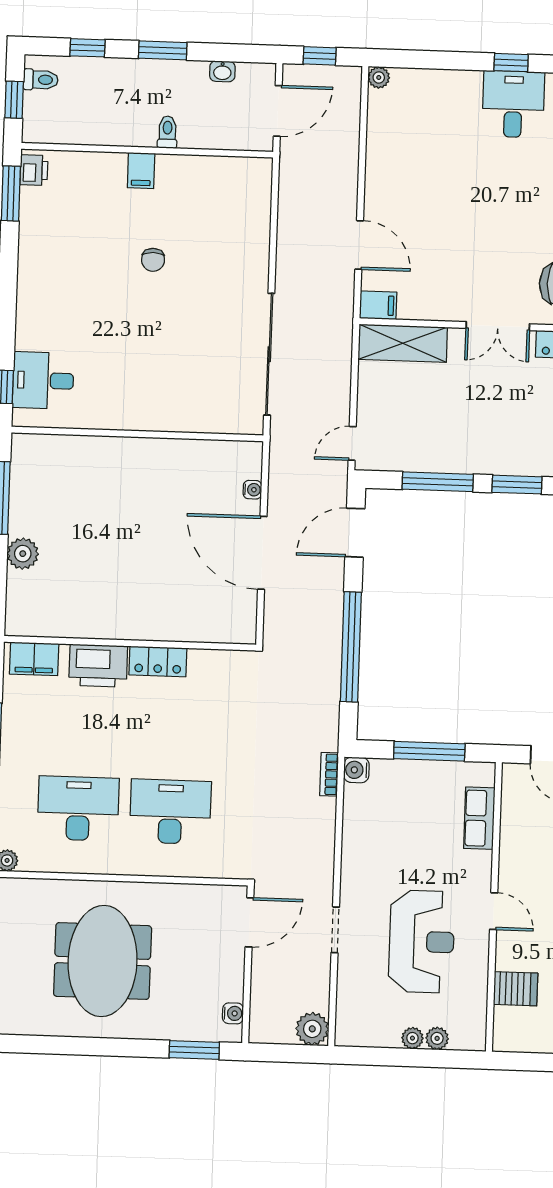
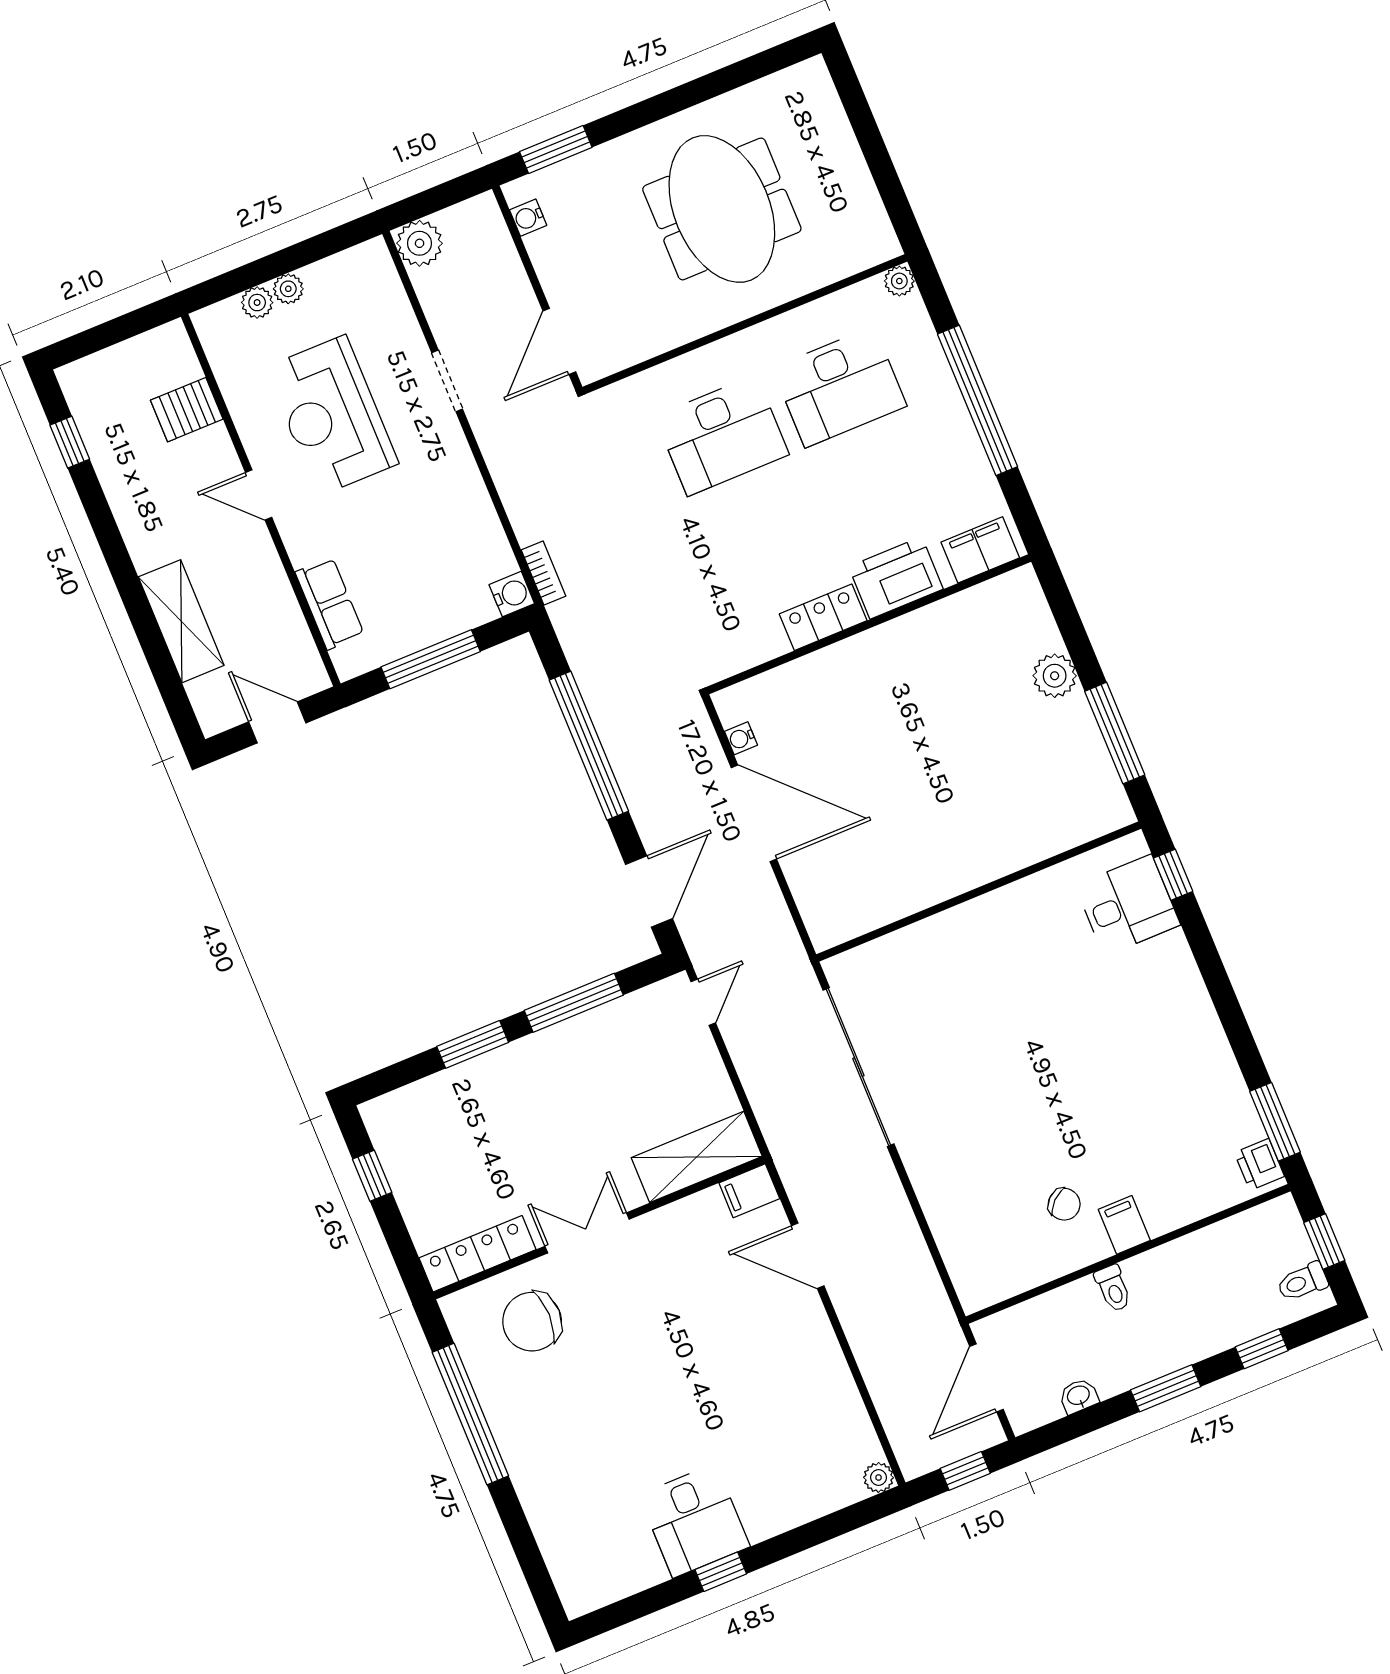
chair: (153, 260) -> (1064, 1204), moved, turned 137
water cooler: (252, 490) -> (741, 738), moved

